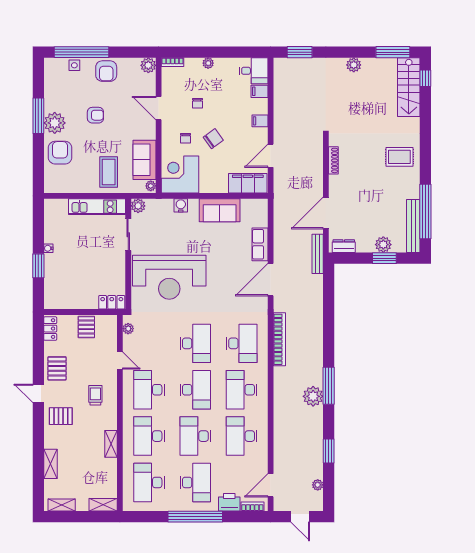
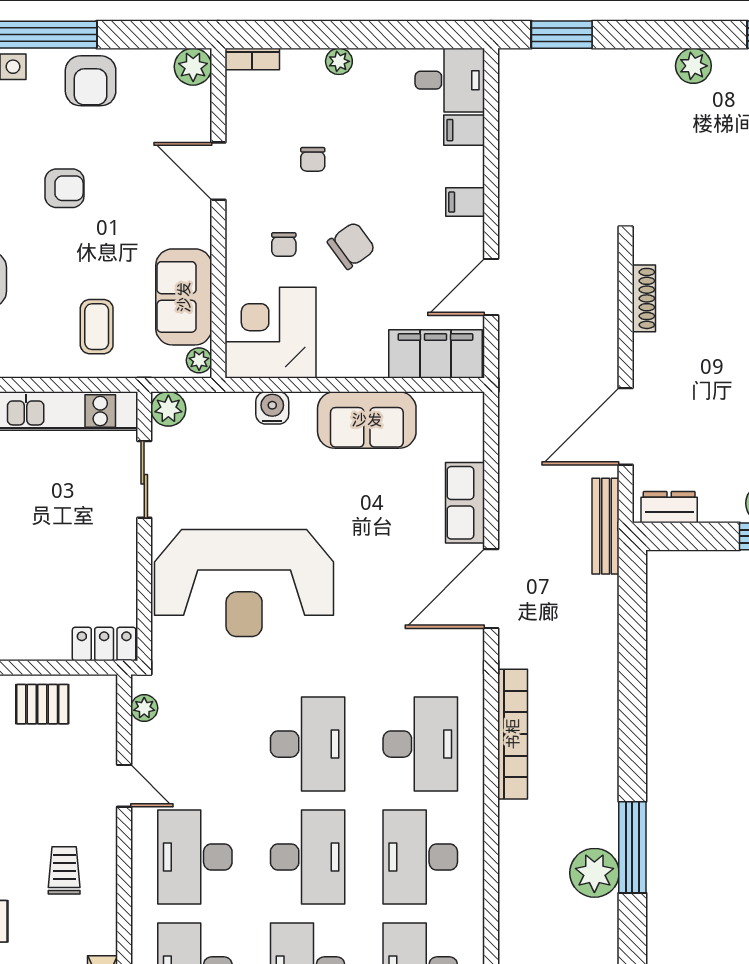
coffee table: (109, 172) -> (97, 327), width x0.73, depth x0.77
pallet: (86, 327) -> (42, 704), turned 90

